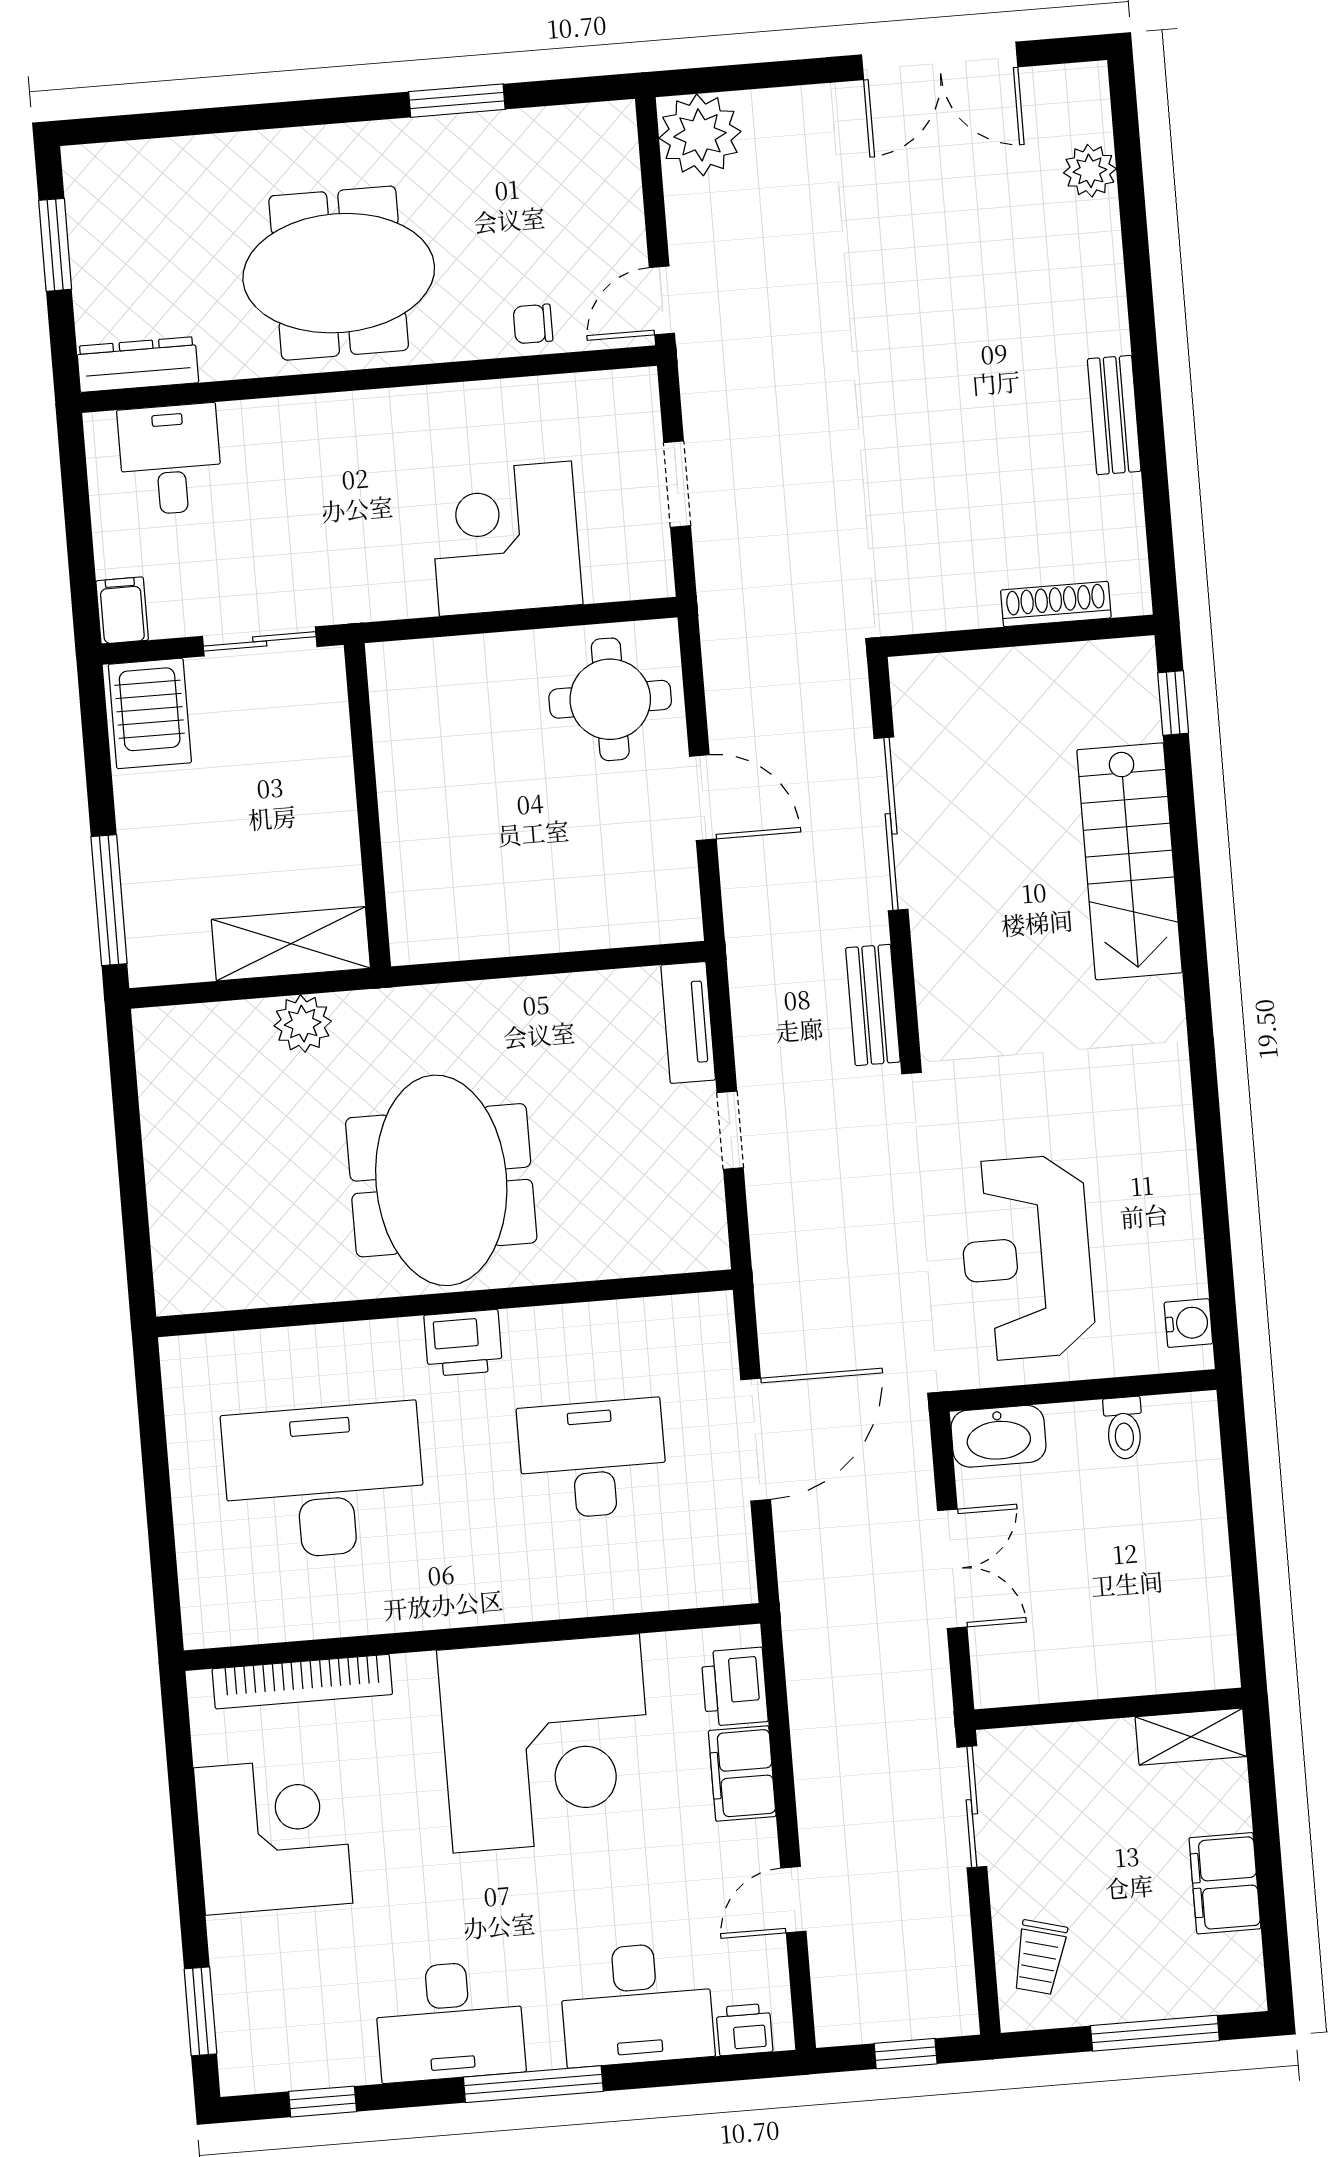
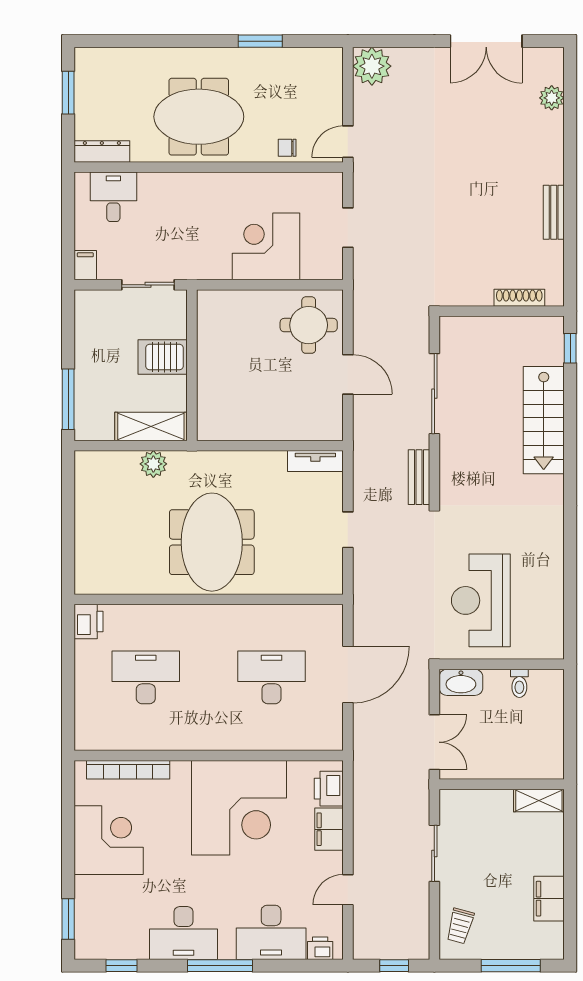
server rack: (150, 713) -> (163, 357), moved, turned 90
tv unit: (688, 1022) -> (315, 461), moved, turned -90
water cooler: (1188, 1323) -> (553, 637), removed
printer: (463, 1343) -> (88, 622), moved, turned -90
desk: (324, 1481) -> (146, 677), width x0.73, depth x0.77
wall: (1108, 1709) -> (502, 784), moved
shelving: (1191, 1737) -> (539, 800), moved

